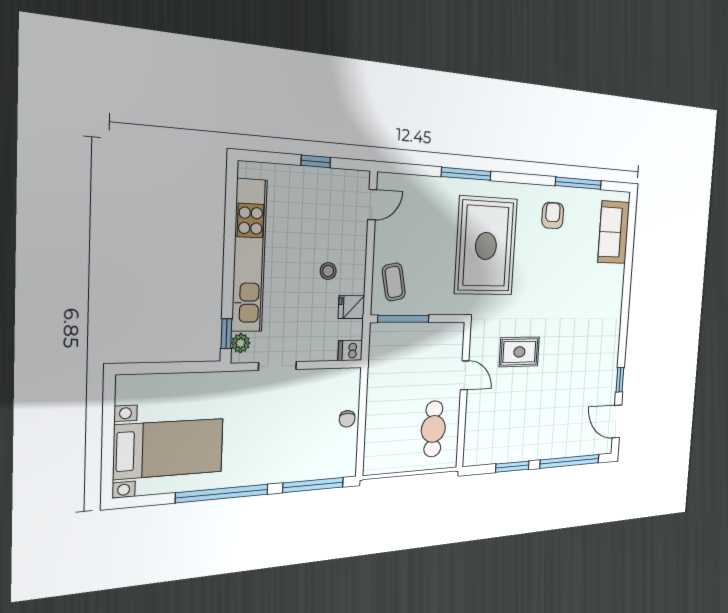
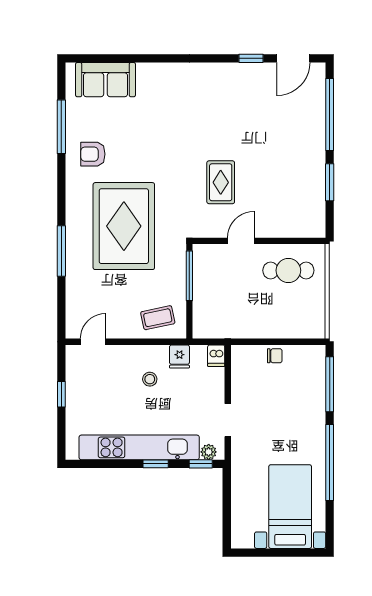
door: (372, 205) -> (93, 342), hinge flipped
rug: (486, 246) -> (124, 226), turned 90
window: (228, 276) -> (156, 464), added
window: (404, 319) -> (189, 276), moved

